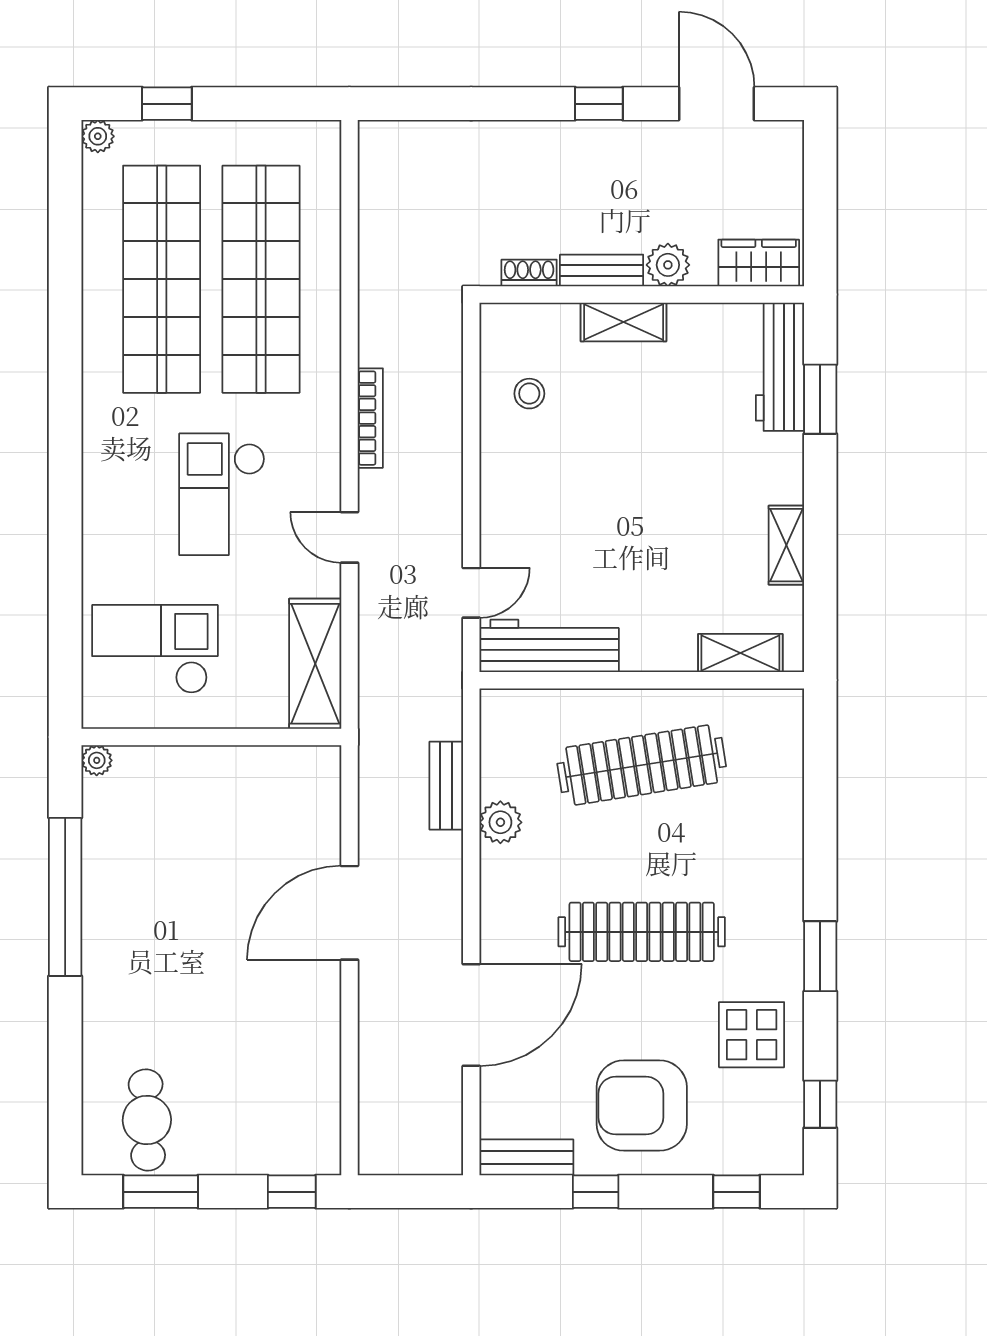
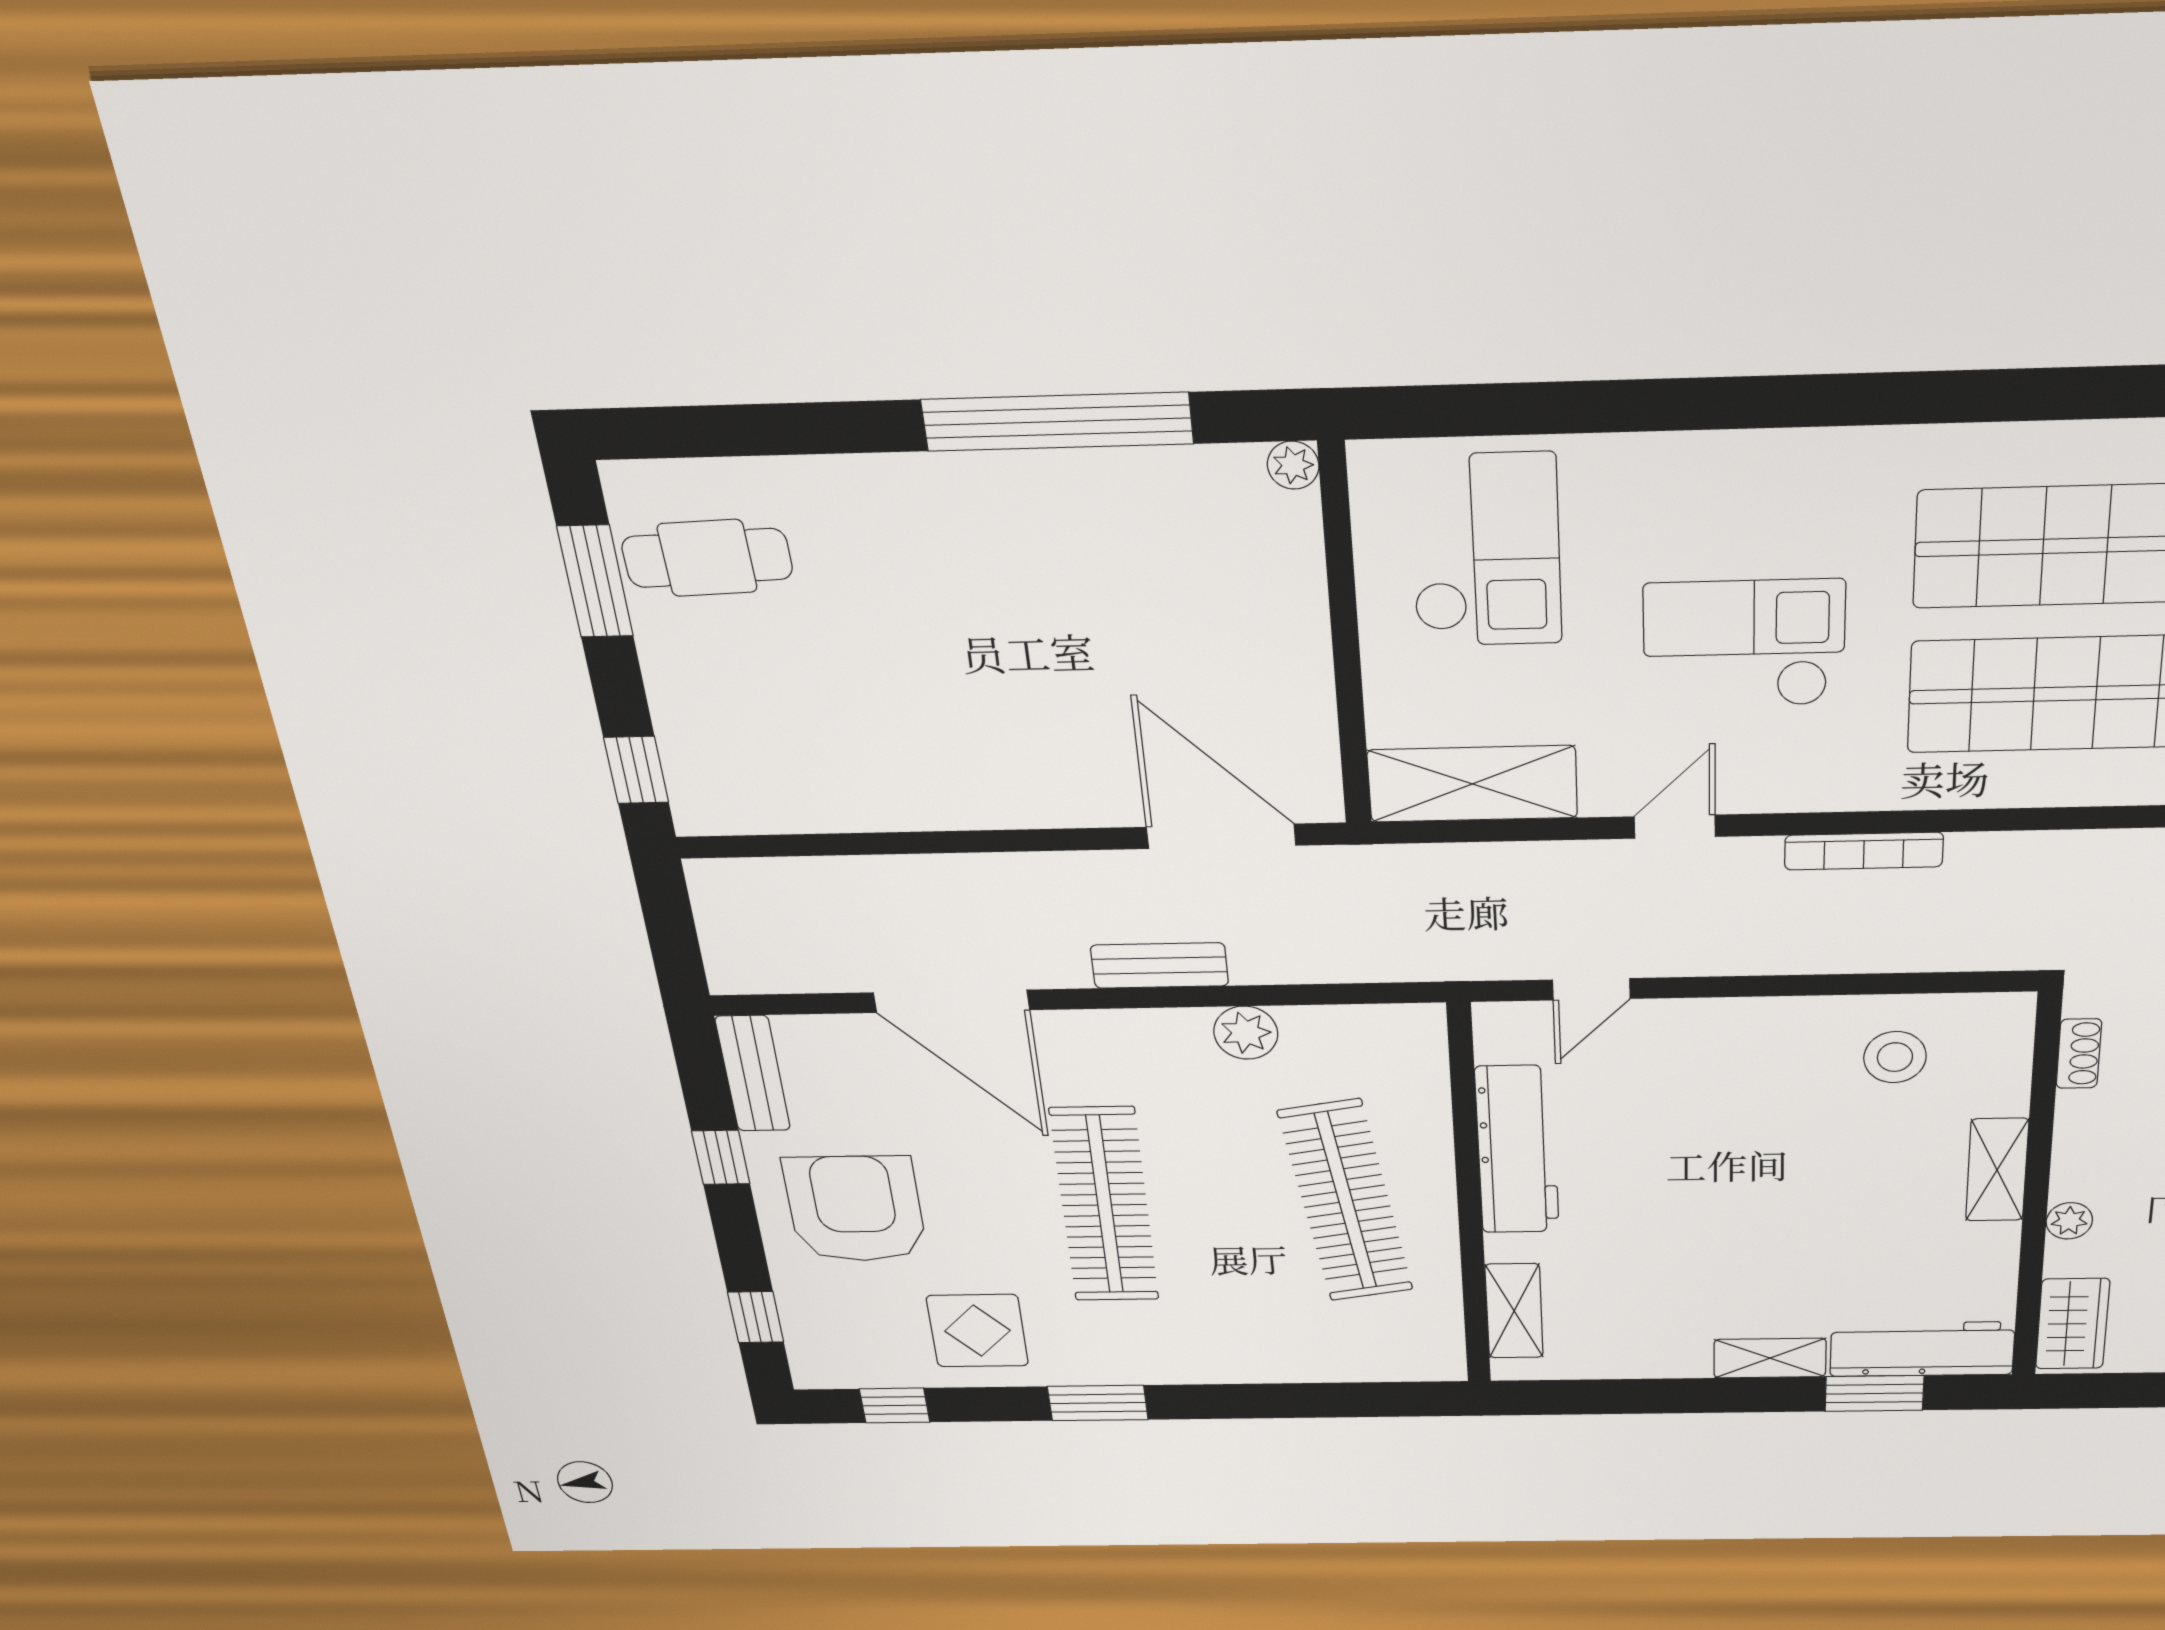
plant: (668, 265) -> (2069, 1221), width x0.73, depth x0.73
bench: (602, 271) -> (2076, 1142), removed
stool: (529, 394) -> (1895, 1057), width x1.37, depth x1.37
shelving: (786, 545) -> (1770, 1358), moved
door: (471, 593) -> (1591, 989), hinge flipped
workbench: (549, 646) -> (1517, 1150), moved
bench: (446, 786) -> (1160, 965), moved
door: (349, 913) -> (1221, 836), moved

